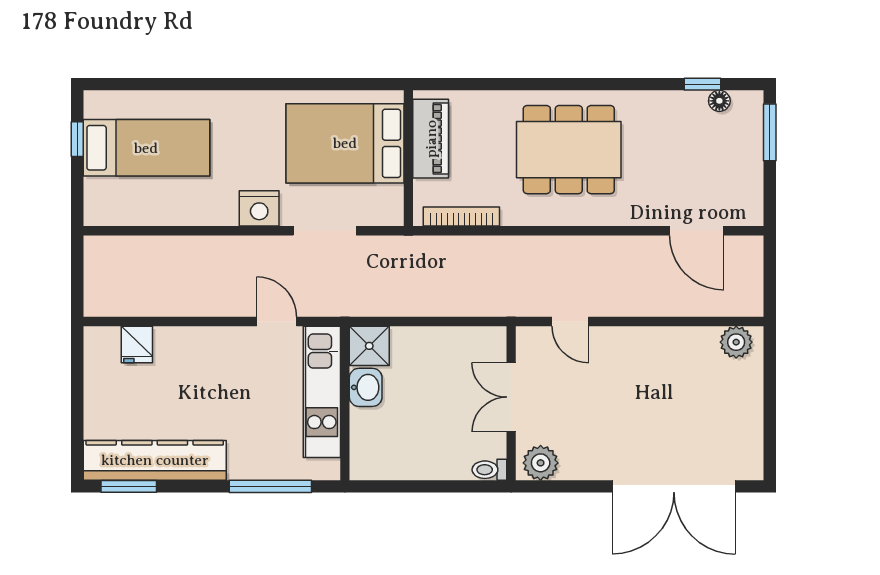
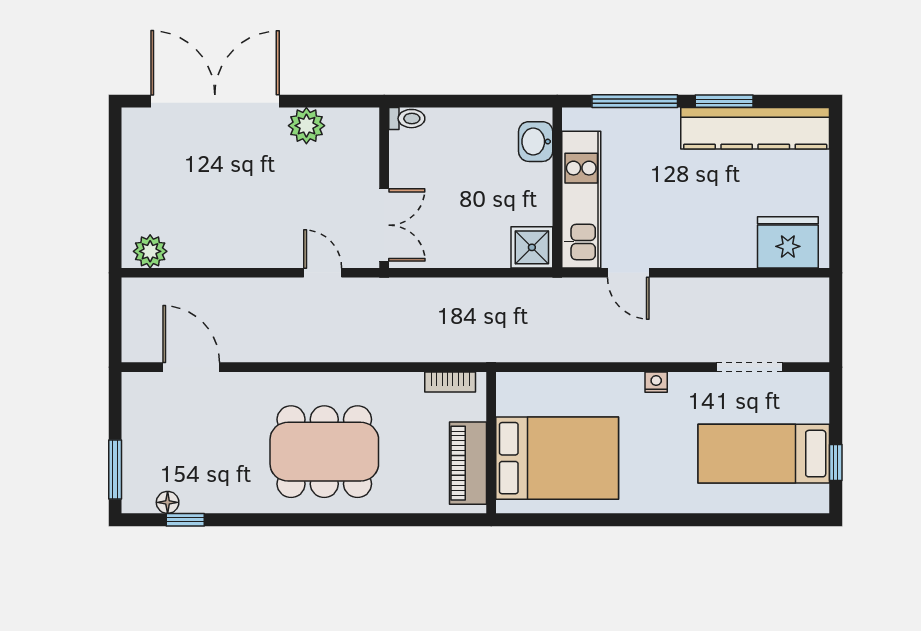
nightstand: (259, 208) -> (656, 382), width x0.53, depth x0.56
bookcase: (461, 217) -> (450, 382), width x0.64
doorway: (325, 231) -> (750, 367), moved
fridge: (137, 344) -> (788, 242), width x1.88, depth x1.34
washbasin: (366, 387) -> (536, 142), moved
double door: (511, 397) -> (384, 225), moved
plant: (541, 463) -> (306, 126), moved
window: (129, 486) -> (724, 101), moved

